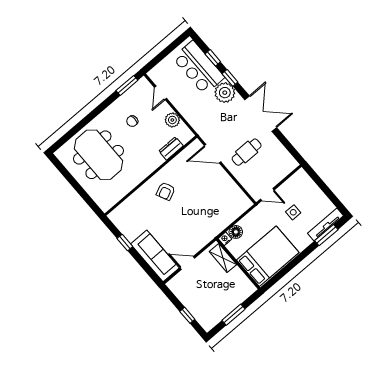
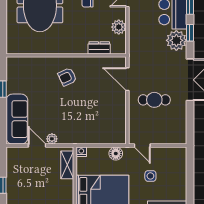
floor lamp: (236, 232) -> (116, 154), moved
plant: (194, 248) -> (52, 139), added

